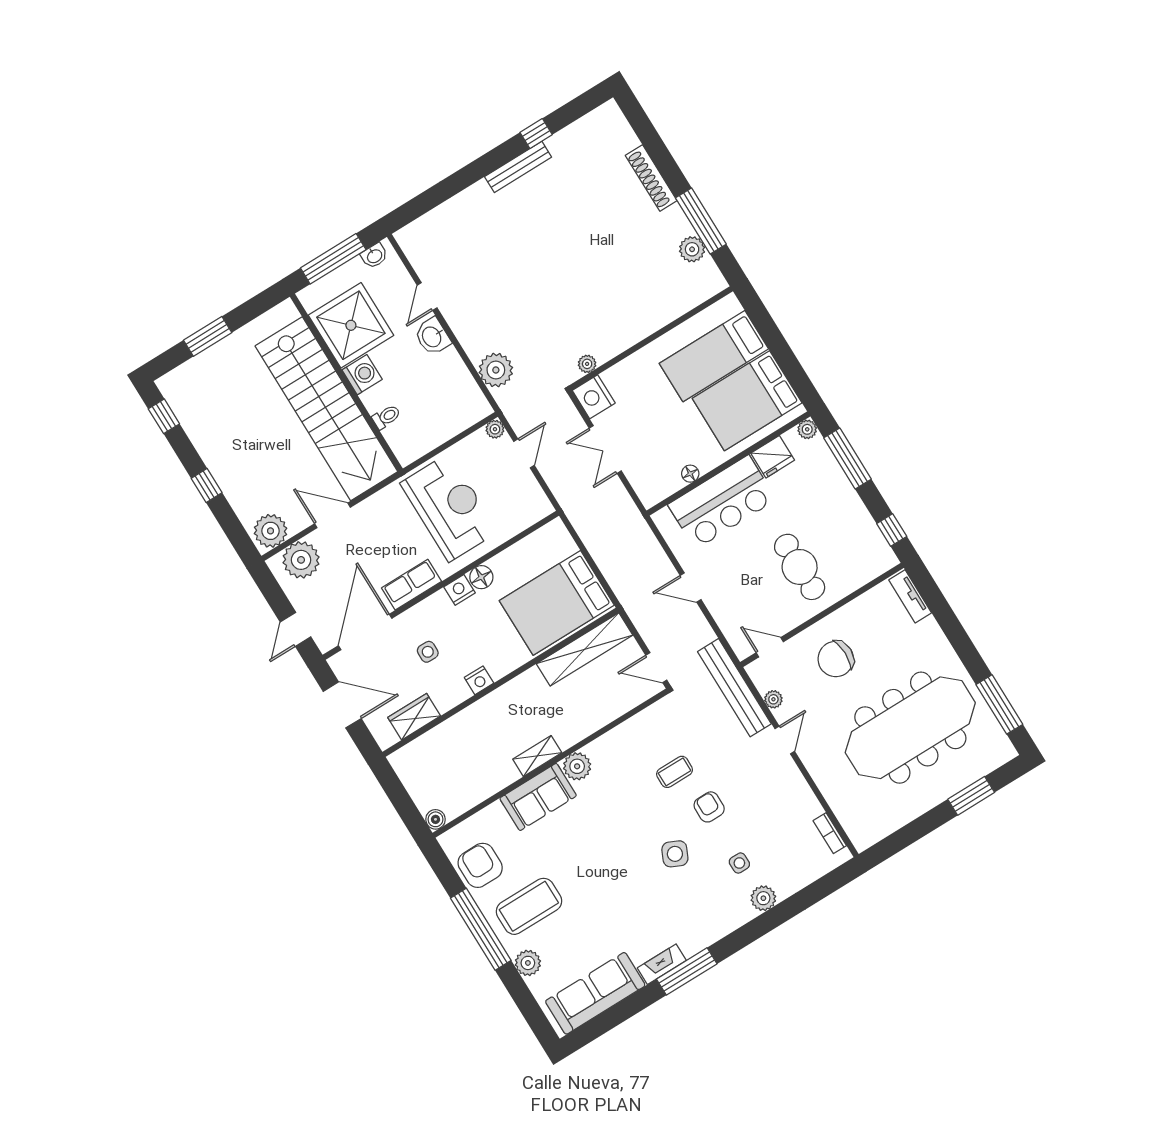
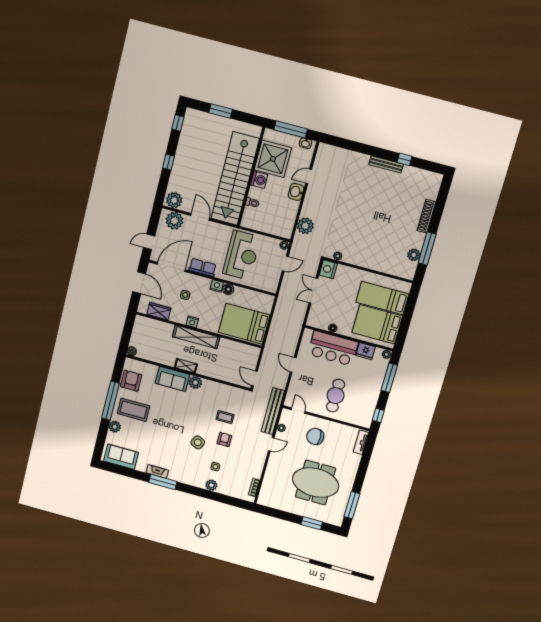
shelving: (585, 649) -> (196, 337), moved
meeting table: (910, 728) -> (316, 483), width x0.73
sofa: (595, 993) -> (121, 457), width x0.73

